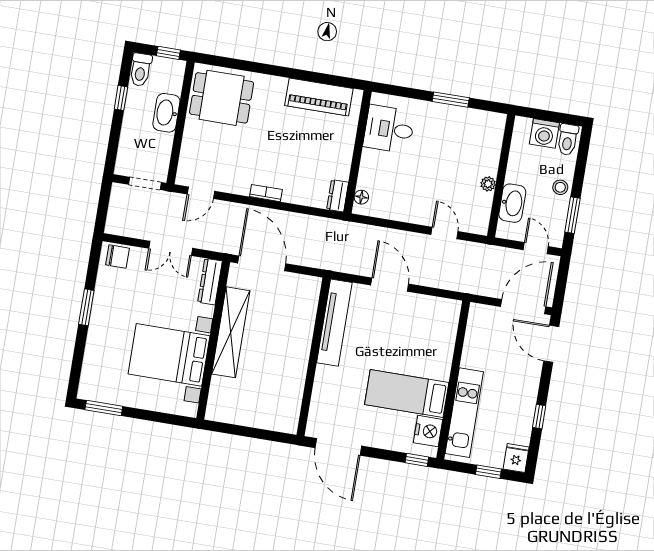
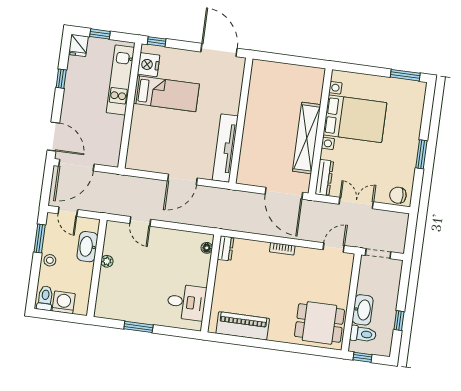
toilet: (141, 70) -> (363, 334), moved, turned 90
door: (390, 285) -> (182, 179), hinge flipped

